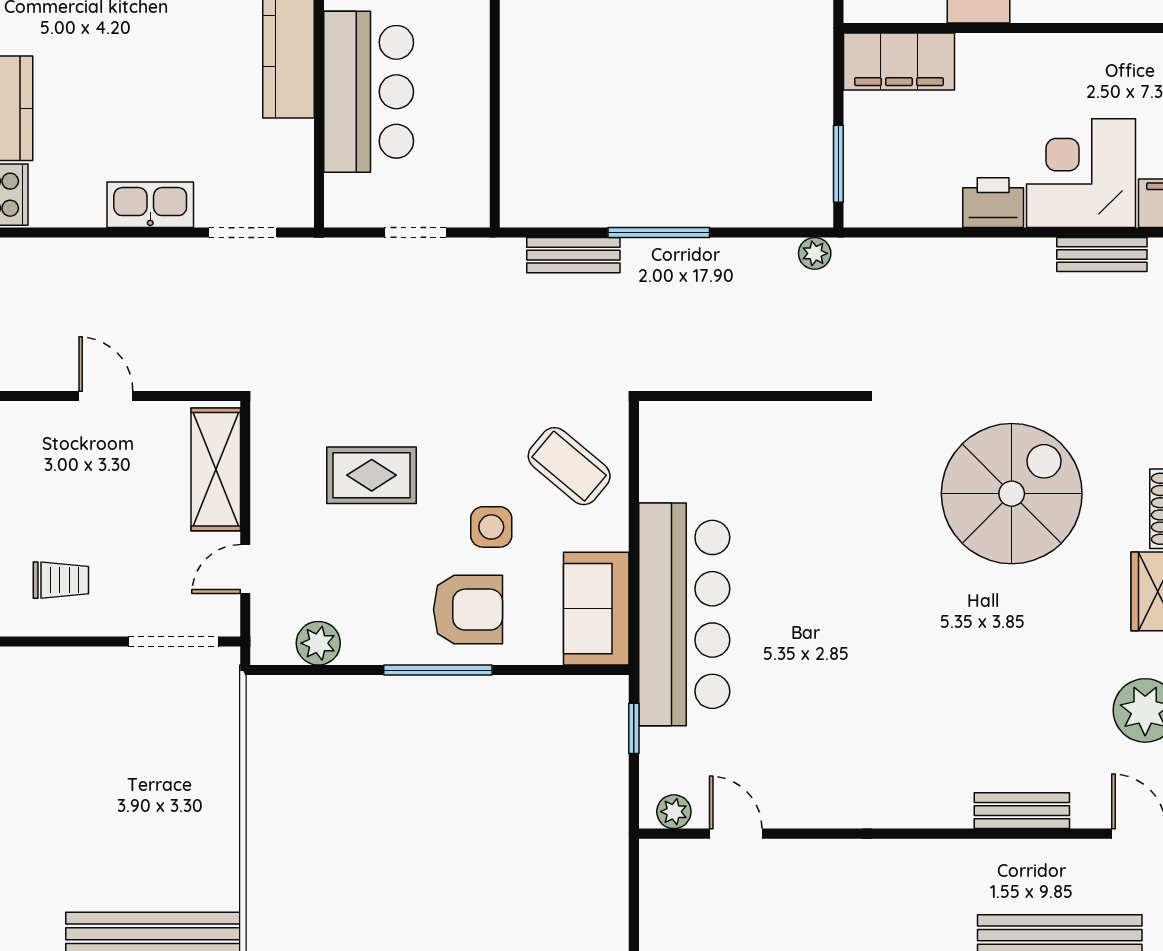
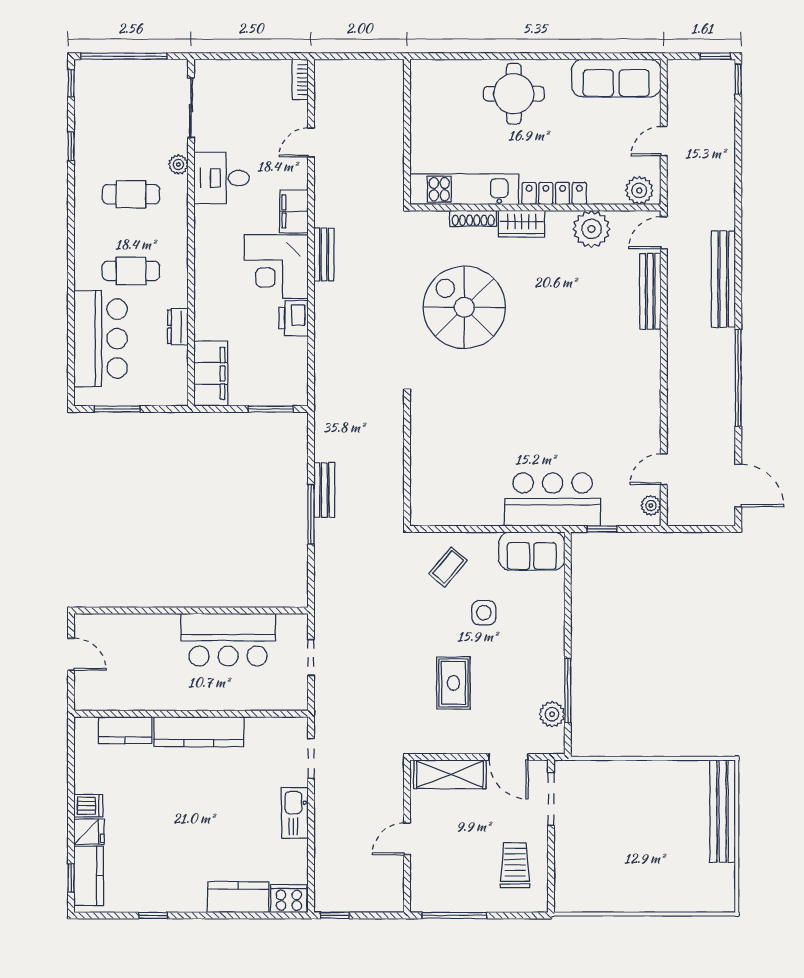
bar counter: (369, 92) -> (228, 640), moved, turned 180
plant: (815, 253) -> (323, 423), removed
bench: (573, 255) -> (324, 490), moved
coffee table: (569, 466) -> (448, 567), width x0.73, depth x0.77
door: (245, 569) -> (509, 757), width x1.38
trolley: (61, 580) -> (515, 865), width x1.36, depth x1.39
armchair: (468, 610) -> (532, 626), removed
bar counter: (684, 614) -> (553, 499), width x0.73
window: (438, 670) -> (568, 690), moved
bench: (1022, 811) -> (650, 291), width x1.36

